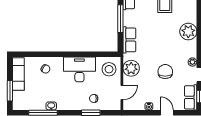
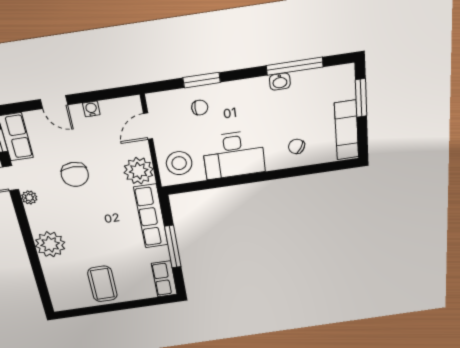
row of seats: (129, 40) -> (151, 216), width x1.48

